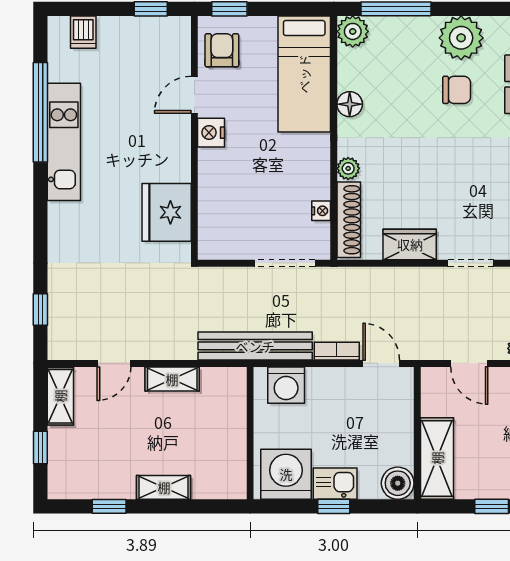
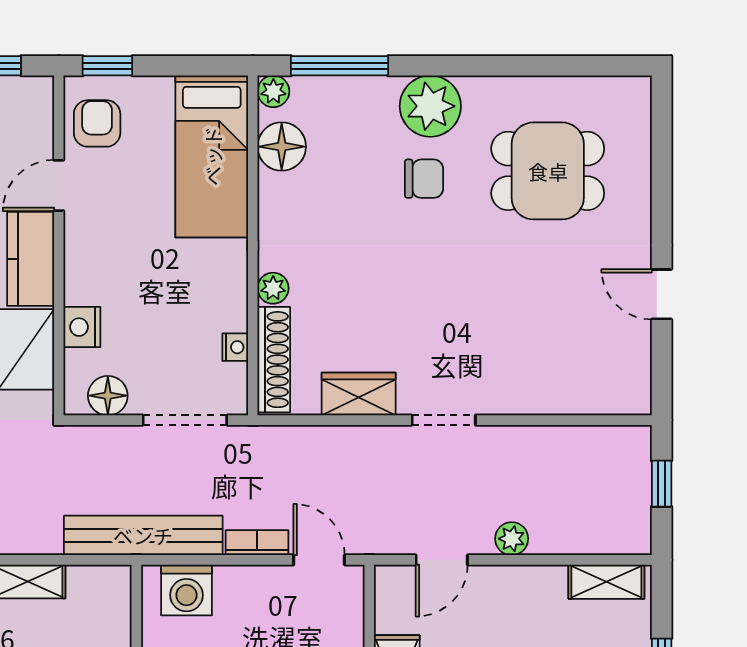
plant: (353, 31) -> (273, 91), width x0.73, depth x0.73
floor lamp: (350, 104) -> (282, 147), moved, width x1.38, depth x1.38
nightstand: (211, 133) -> (82, 327), moved
kitchen counter: (174, 147) -> (31, 259), added
floor lamp: (230, 246) -> (108, 396), added
door: (469, 363) -> (442, 560), hinge flipped

